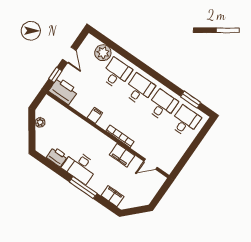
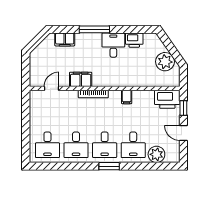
window: (191, 100) -> (109, 166), moved
plant: (40, 122) -> (165, 62), width x1.87, depth x1.87
desk: (80, 167) -> (113, 45), width x0.73

